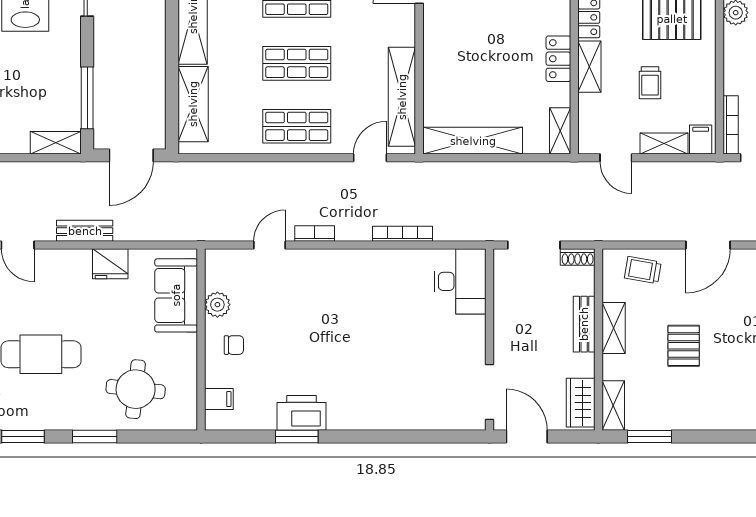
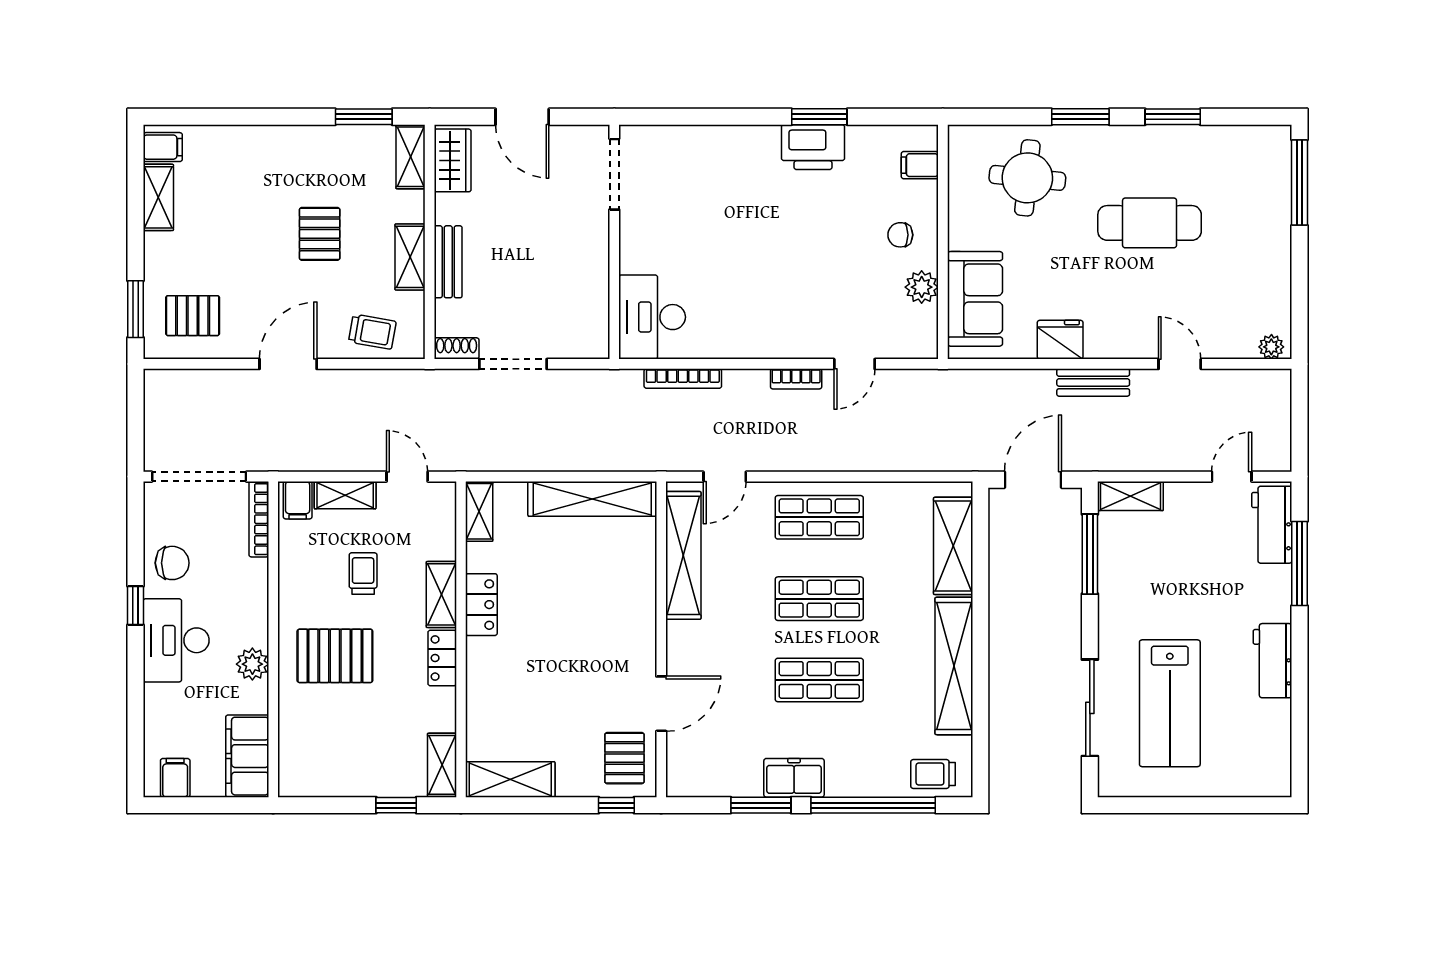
desk: (460, 281) -> (652, 317), moved
wall: (489, 340) -> (614, 242), moved
doorway: (489, 392) -> (614, 174), moved

